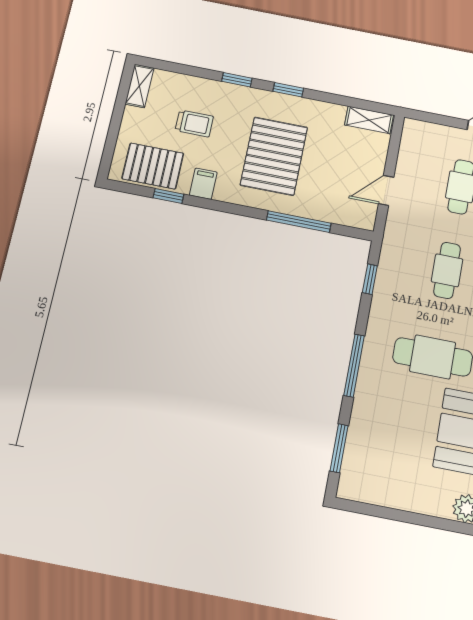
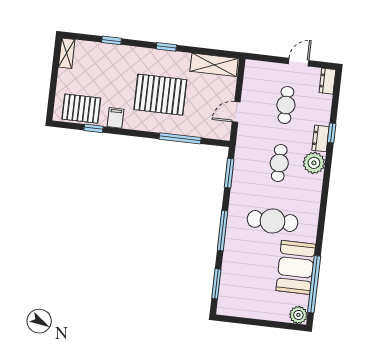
window: (237, 80) -> (112, 40), moved
shelving: (369, 120) -> (214, 65), width x1.50, depth x1.33
trolley: (194, 123) -> (106, 76), removed
pallet: (274, 156) -> (160, 95), turned 90
window: (370, 279) -> (229, 173), width x1.50

